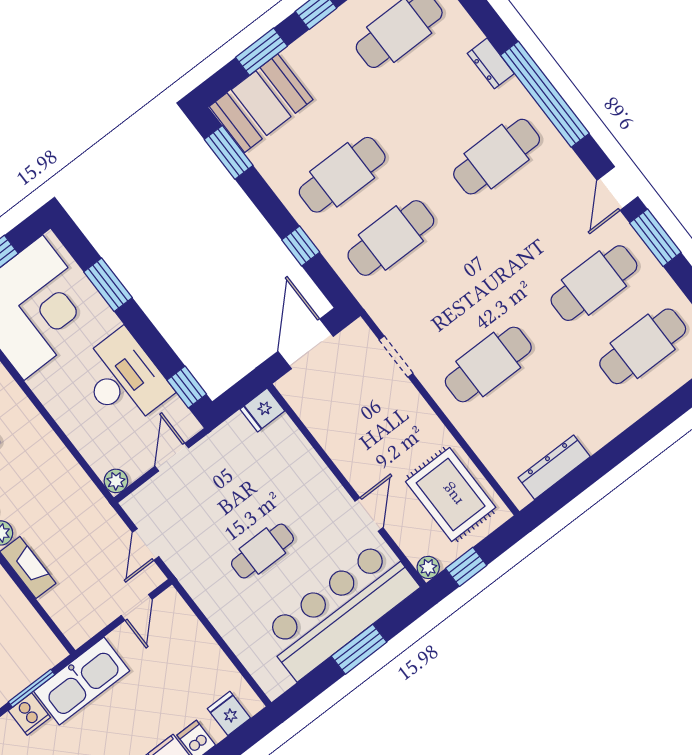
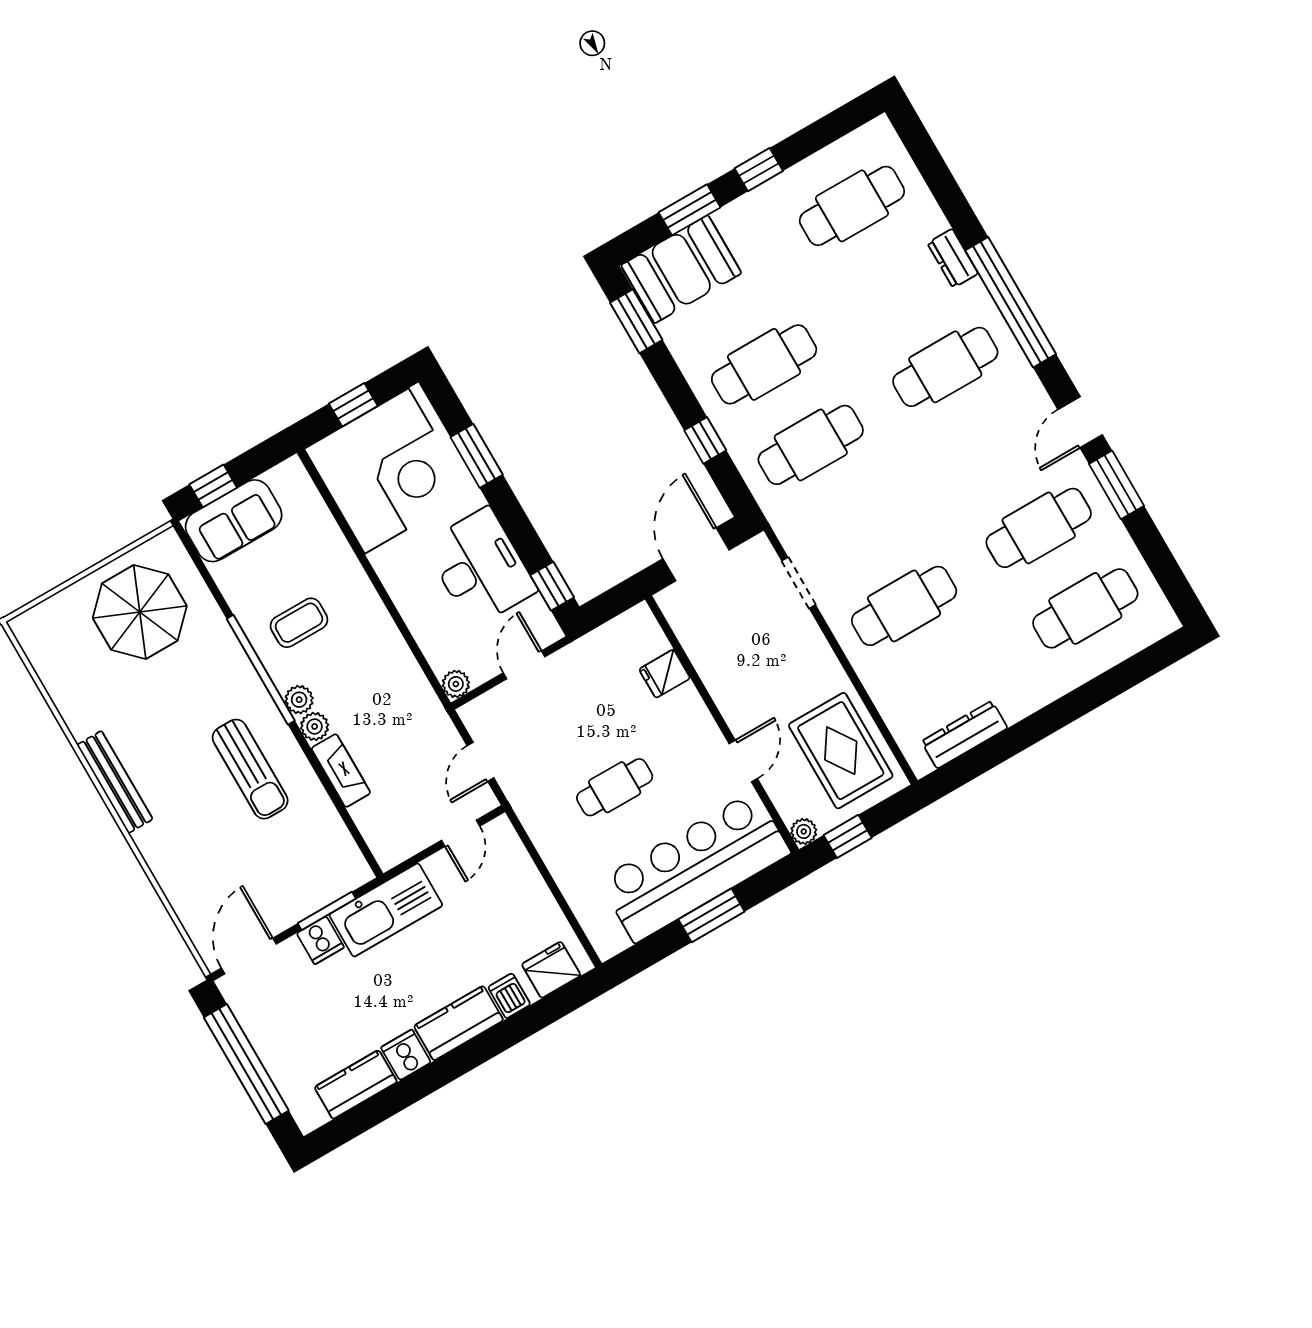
fridge: (262, 410) -> (665, 674), moved
fridge: (229, 713) -> (551, 970), width x1.38

